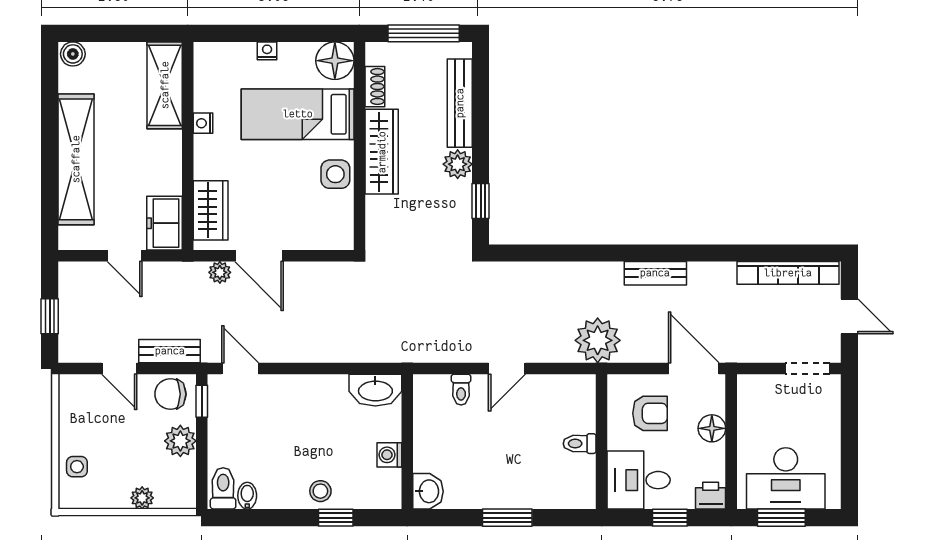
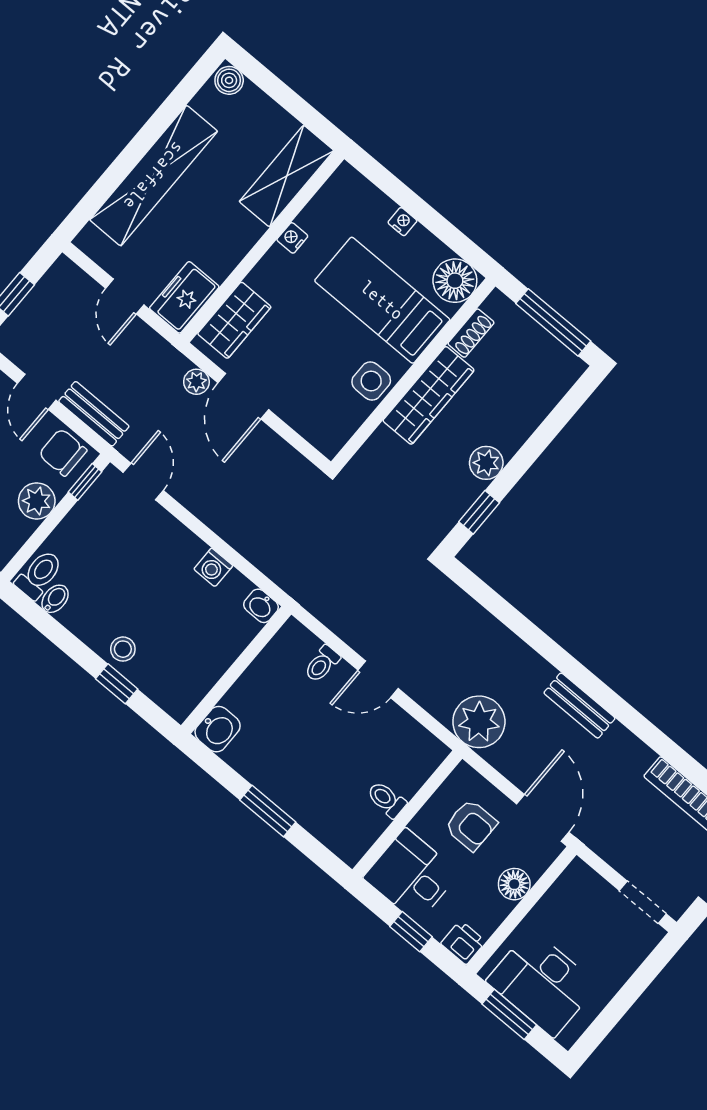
bench: (460, 103) -> (533, 411), removed
washbasin: (375, 390) -> (261, 606), width x0.52, depth x0.69
washing machine: (389, 455) -> (213, 567), moved, turned -90

